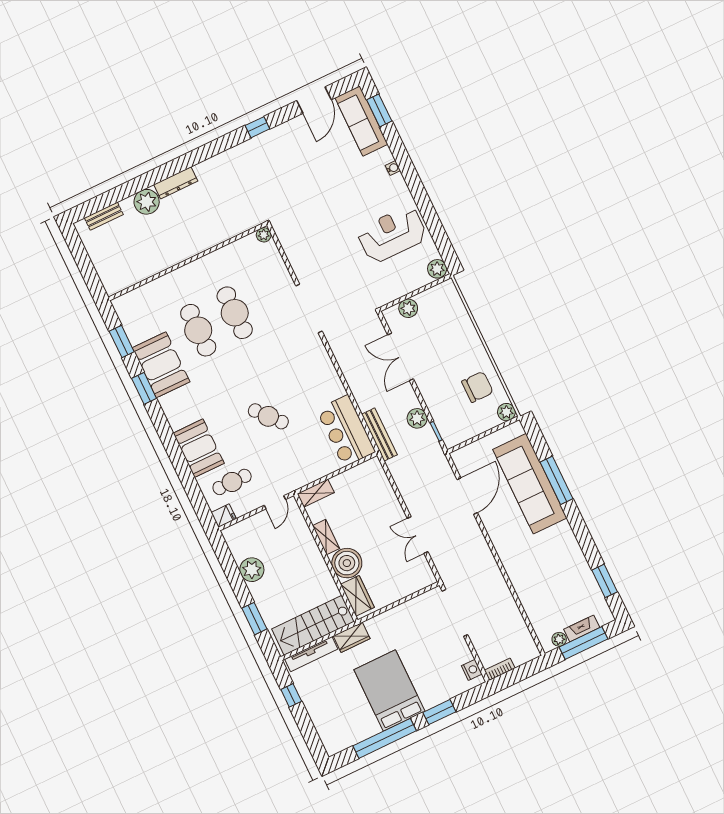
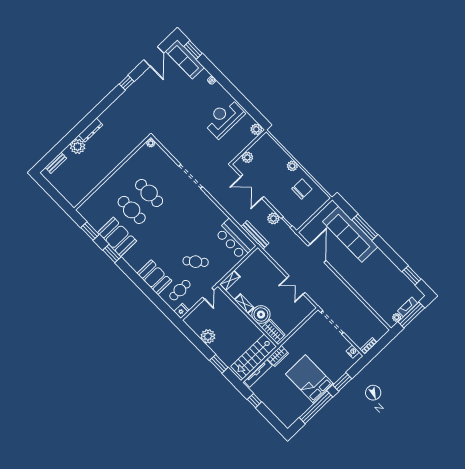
plant: (506, 412) -> (292, 166), moved
cafe table: (268, 416) -> (196, 262), moved

